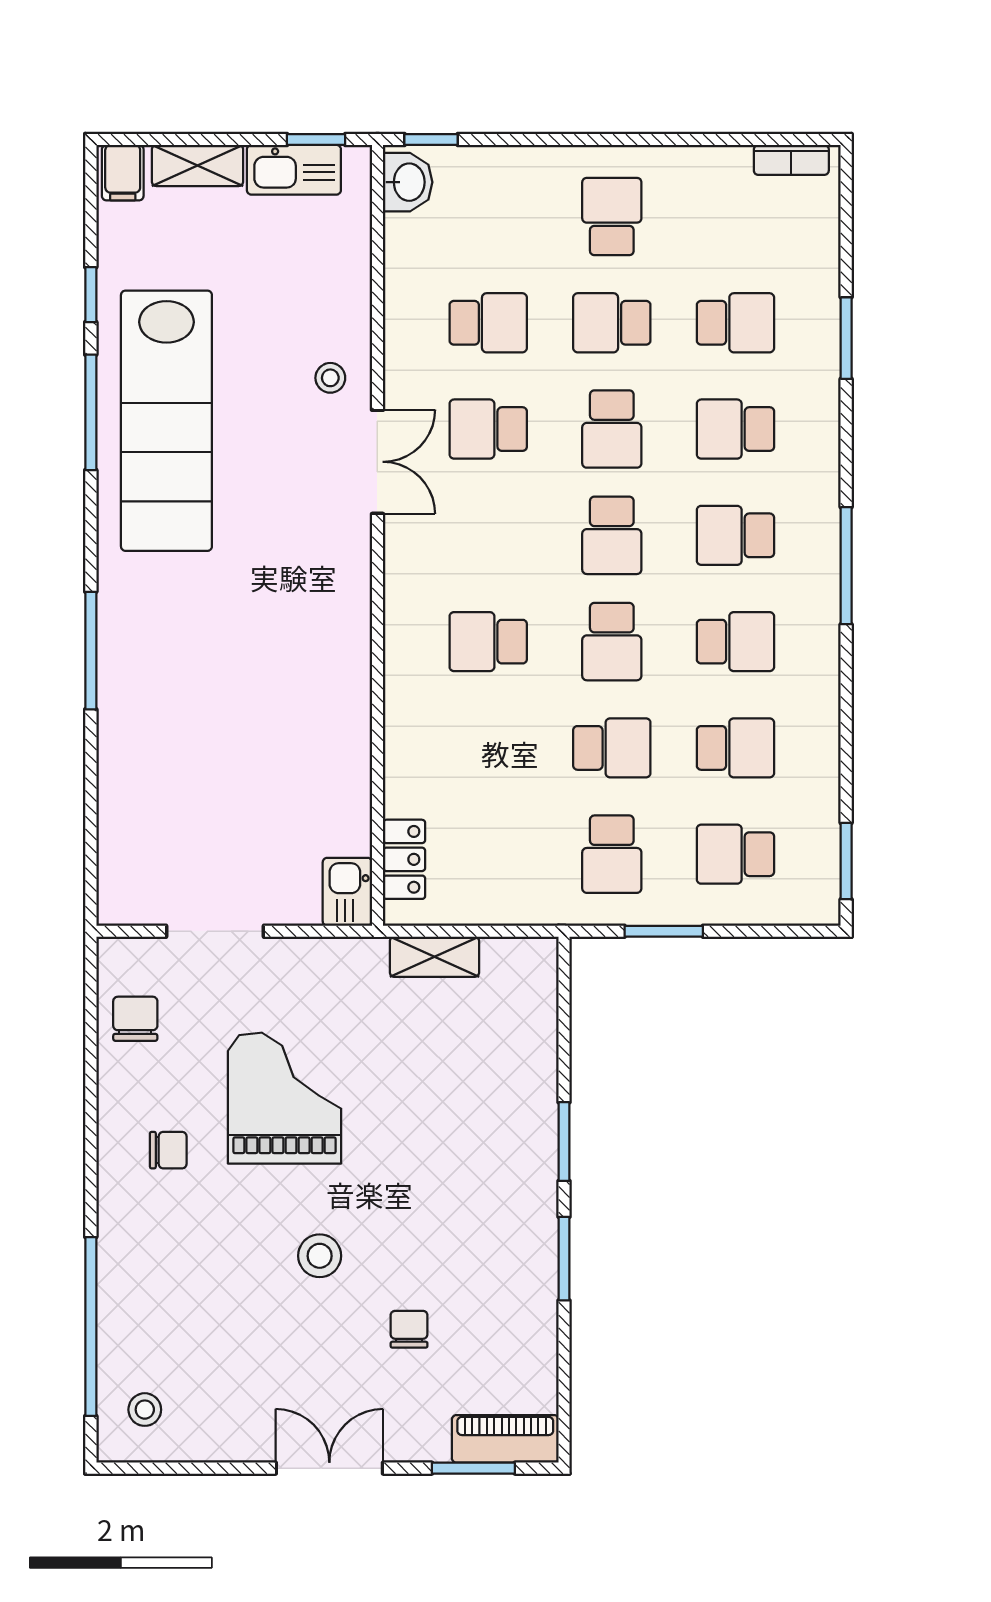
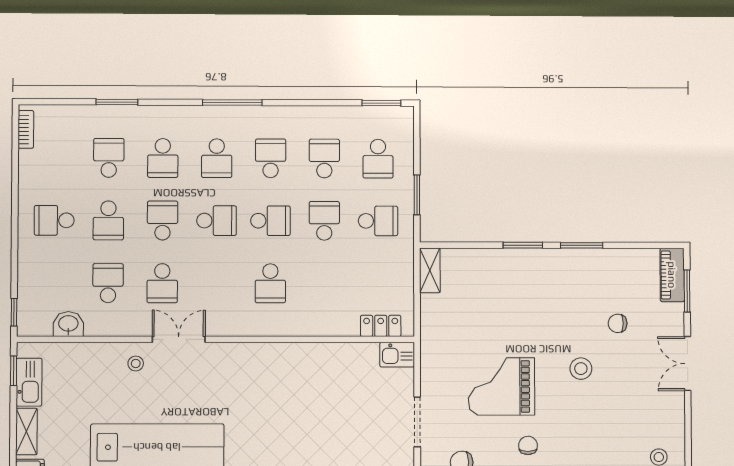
washbasin: (408, 182) -> (68, 324), moved
school desk: (612, 429) -> (163, 221), turned -90
shelving: (434, 957) -> (430, 270), moved

